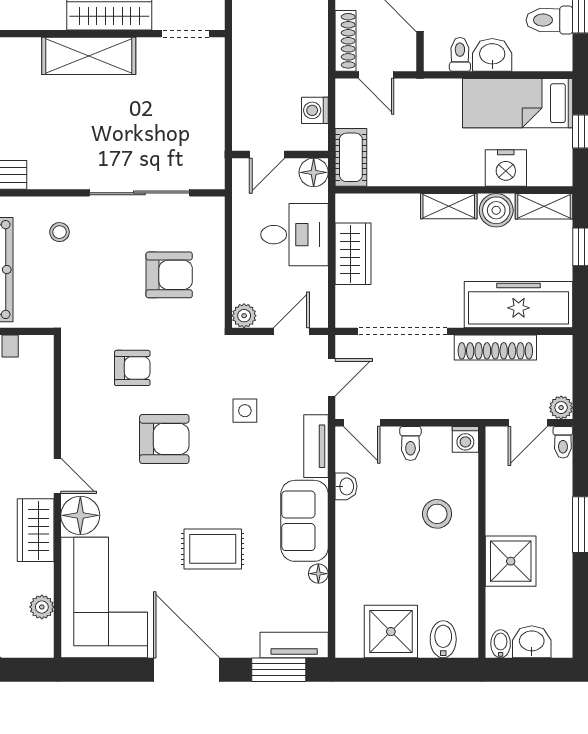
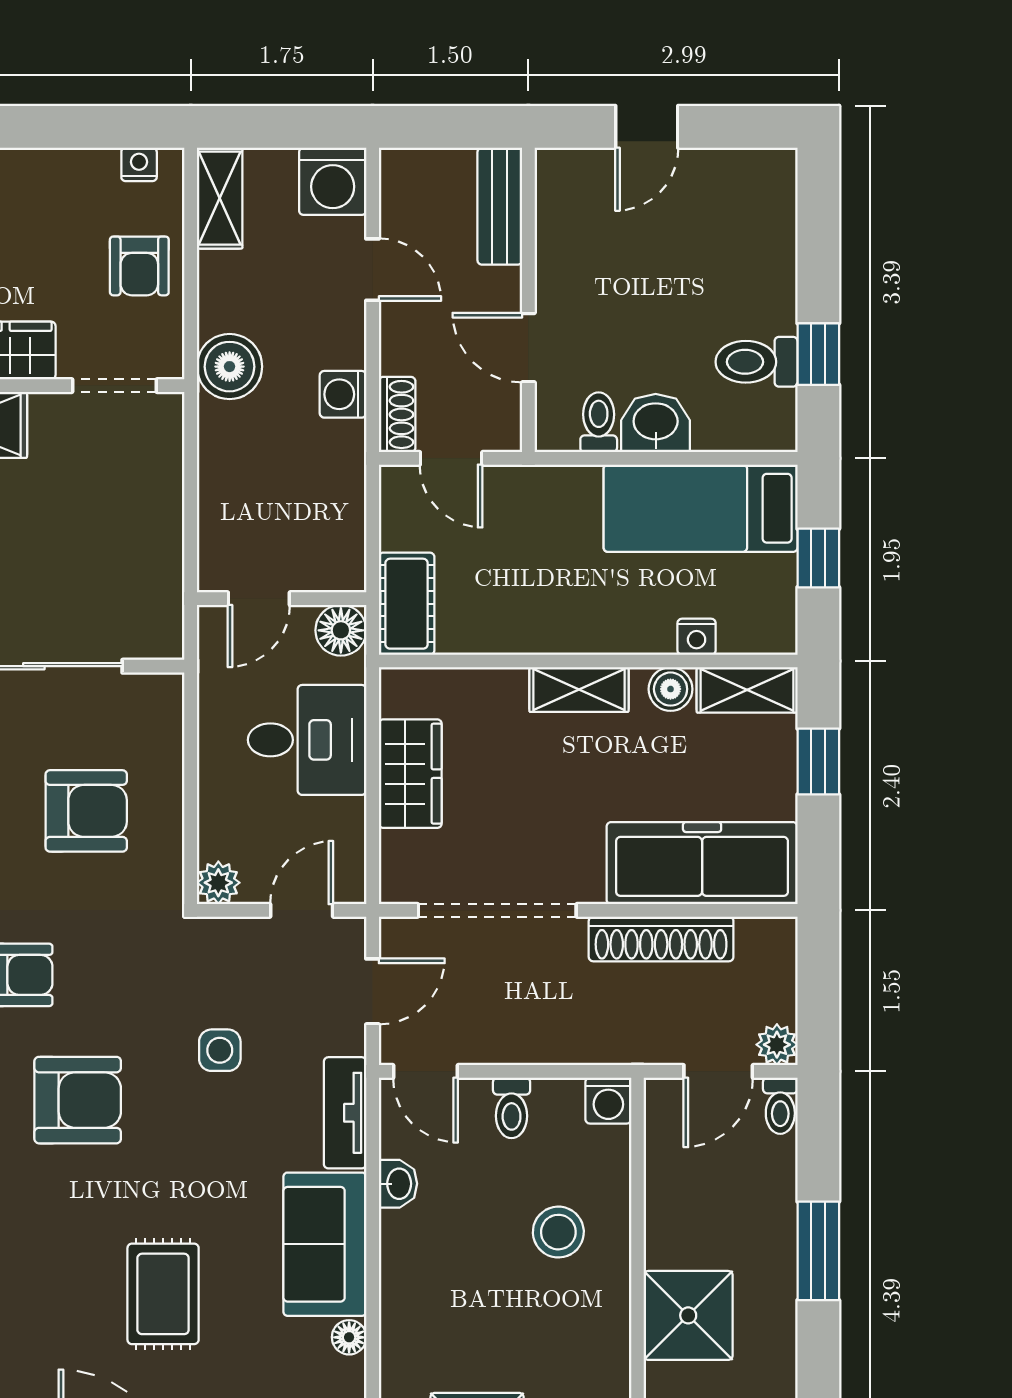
boiler: (250, 23) -> (230, 367), added
shoe rack: (346, 41) -> (397, 414), width x0.70
washing machine: (315, 110) -> (343, 394), moved
nightstand: (506, 168) -> (697, 637), width x0.53, depth x0.56
boiler: (496, 210) -> (671, 689), width x0.73, depth x0.73
rug: (213, 549) -> (163, 1294), turned 90

